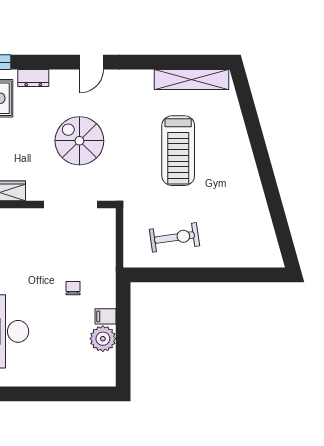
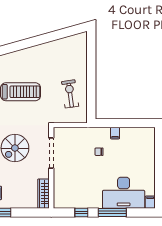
plant: (103, 339) -> (128, 135), removed

